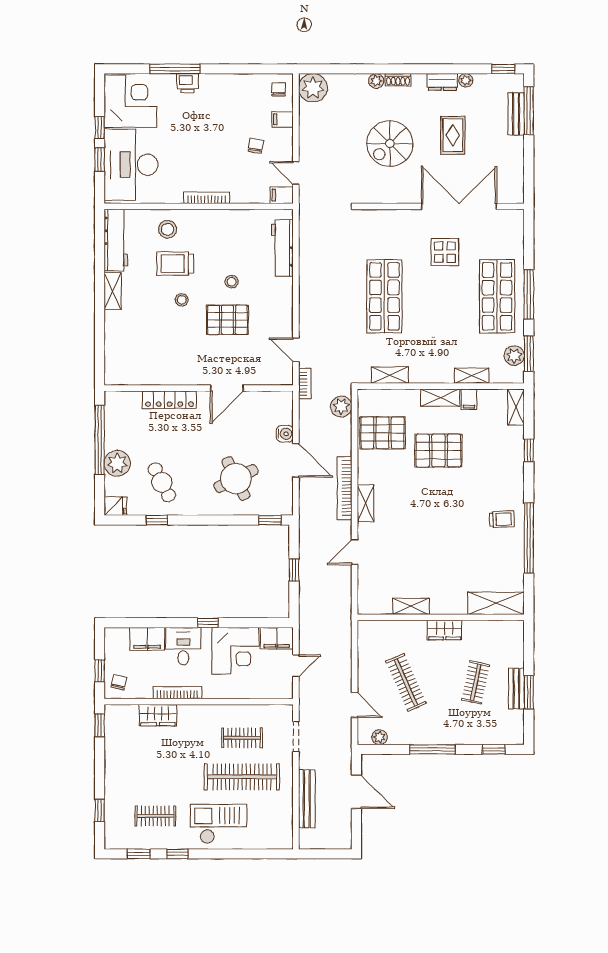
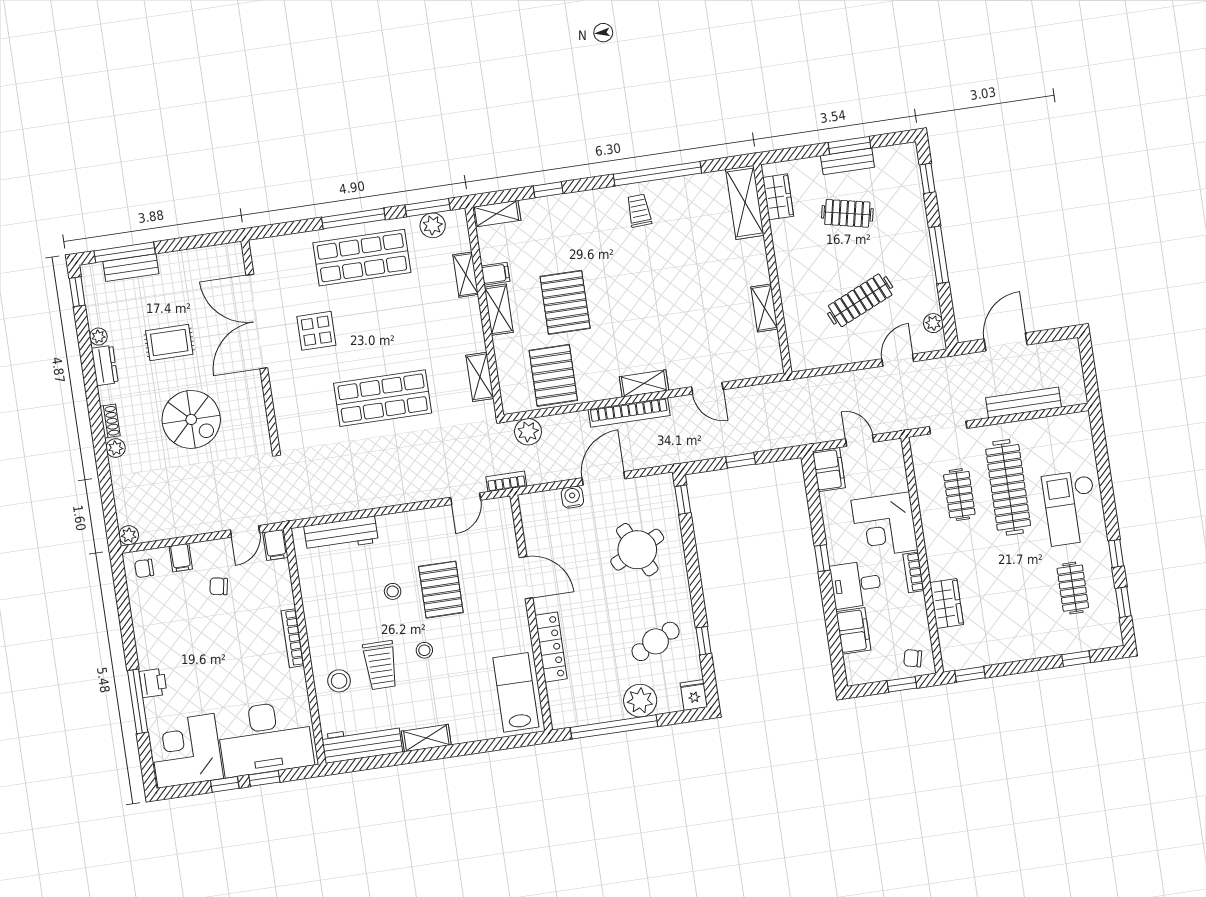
plant: (313, 88) -> (129, 535), width x0.53, depth x0.53
lab bench: (138, 367) -> (516, 692), added
wardrobe: (445, 630) -> (778, 197), moved
corner desk: (235, 651) -> (884, 525), moved, turned 180
bookcase: (177, 693) -> (913, 572), width x0.64

